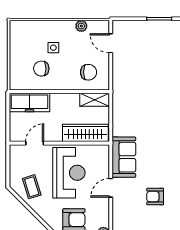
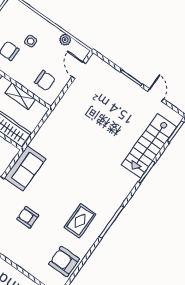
shelving: (95, 100) -> (20, 96), moved

